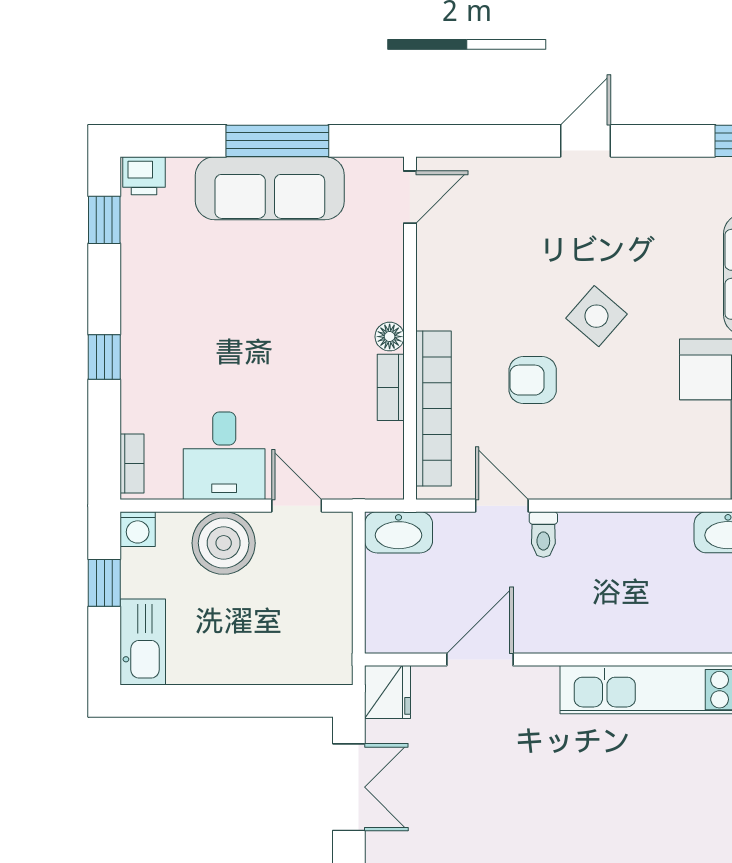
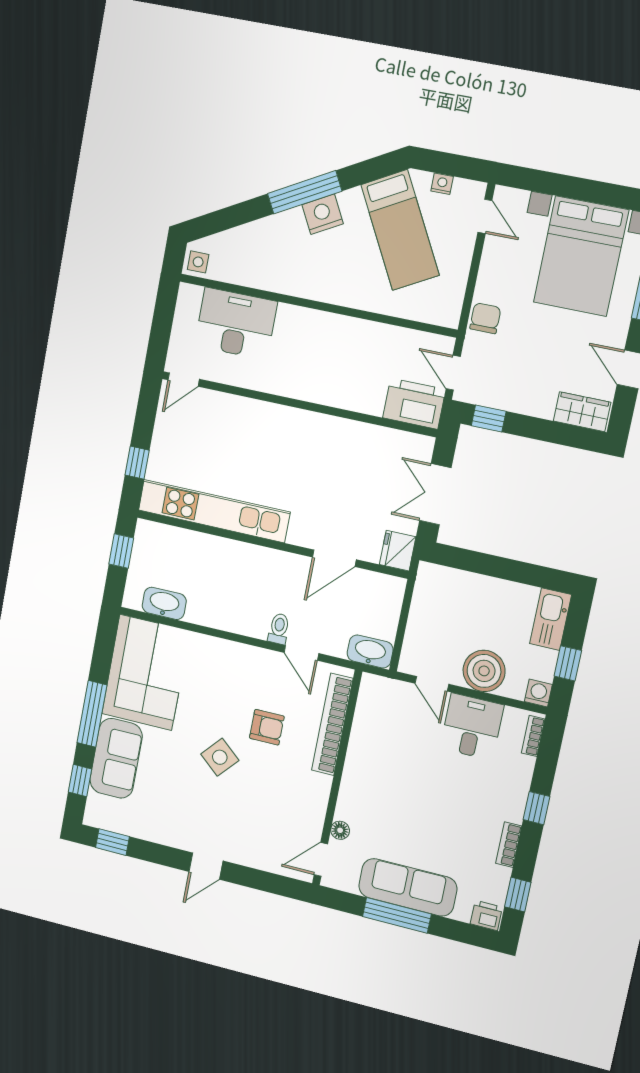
floor lamp: (390, 337) -> (340, 830), moved
bookcase: (391, 387) -> (509, 845), moved, turned 180

